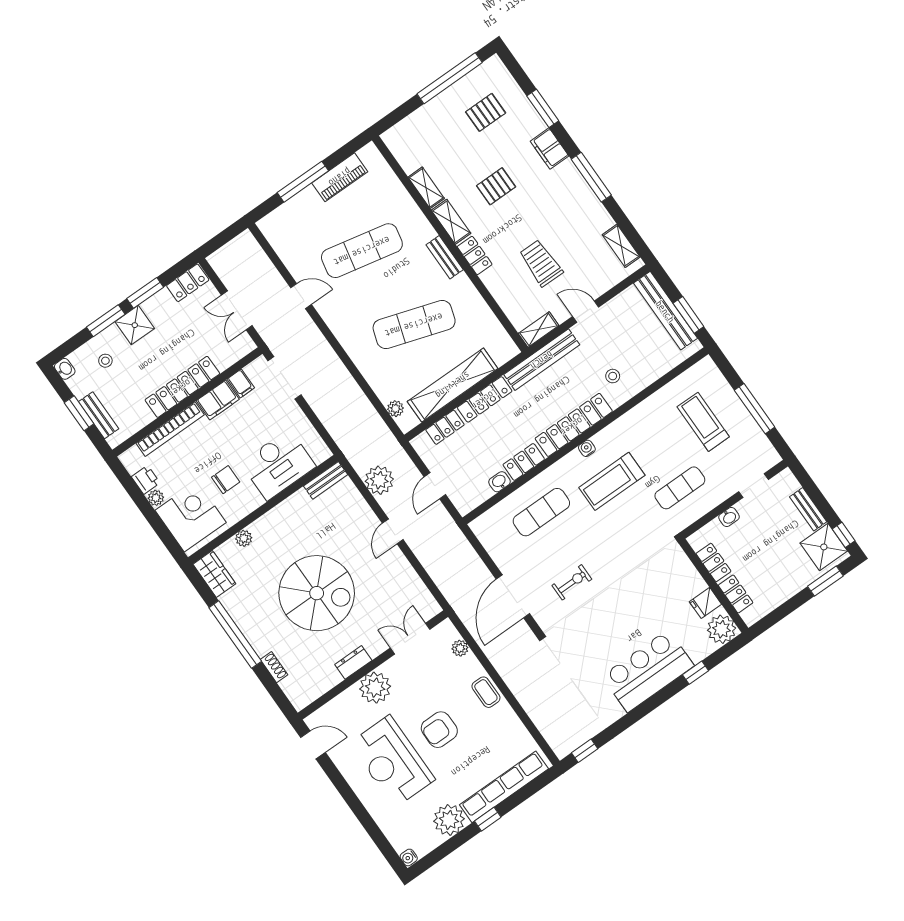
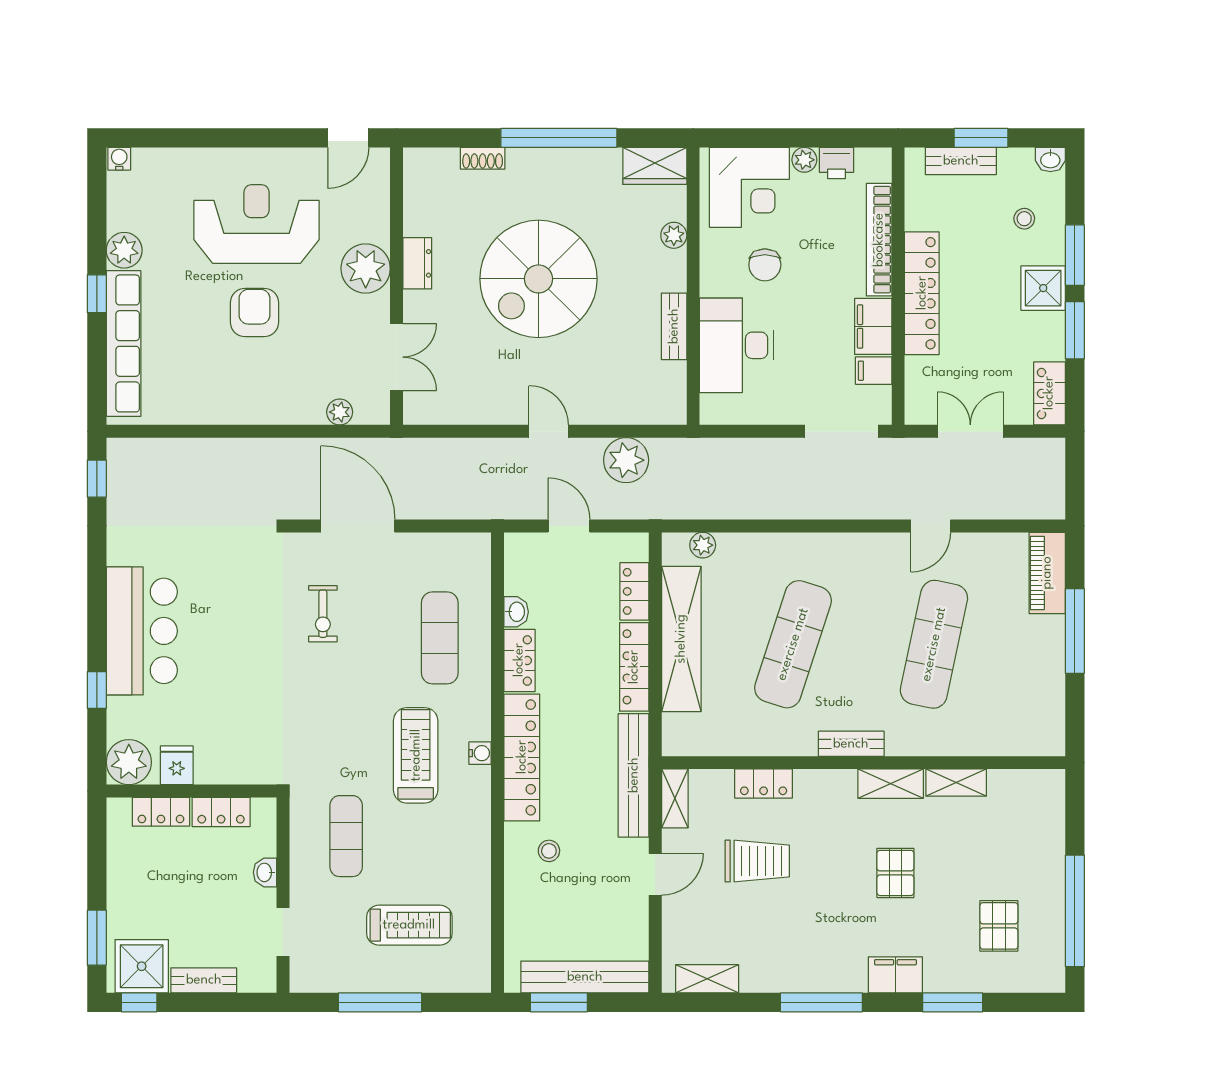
piano: (340, 177) -> (1047, 573), moved
locker: (475, 255) -> (764, 783), moved
bench: (326, 480) -> (674, 326), moved
coffee table: (486, 692) -> (260, 406), removed
plant: (449, 820) -> (124, 250), width x0.73, depth x0.73

